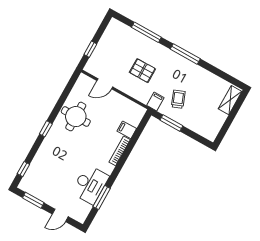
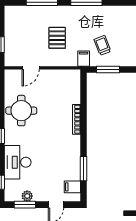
pallet: (142, 71) -> (57, 38), turned 90
filing cabinet: (127, 130) -> (72, 187), moved
desk: (90, 185) -> (18, 162), moved, turned 180
plant: (39, 194) -> (27, 196), added

